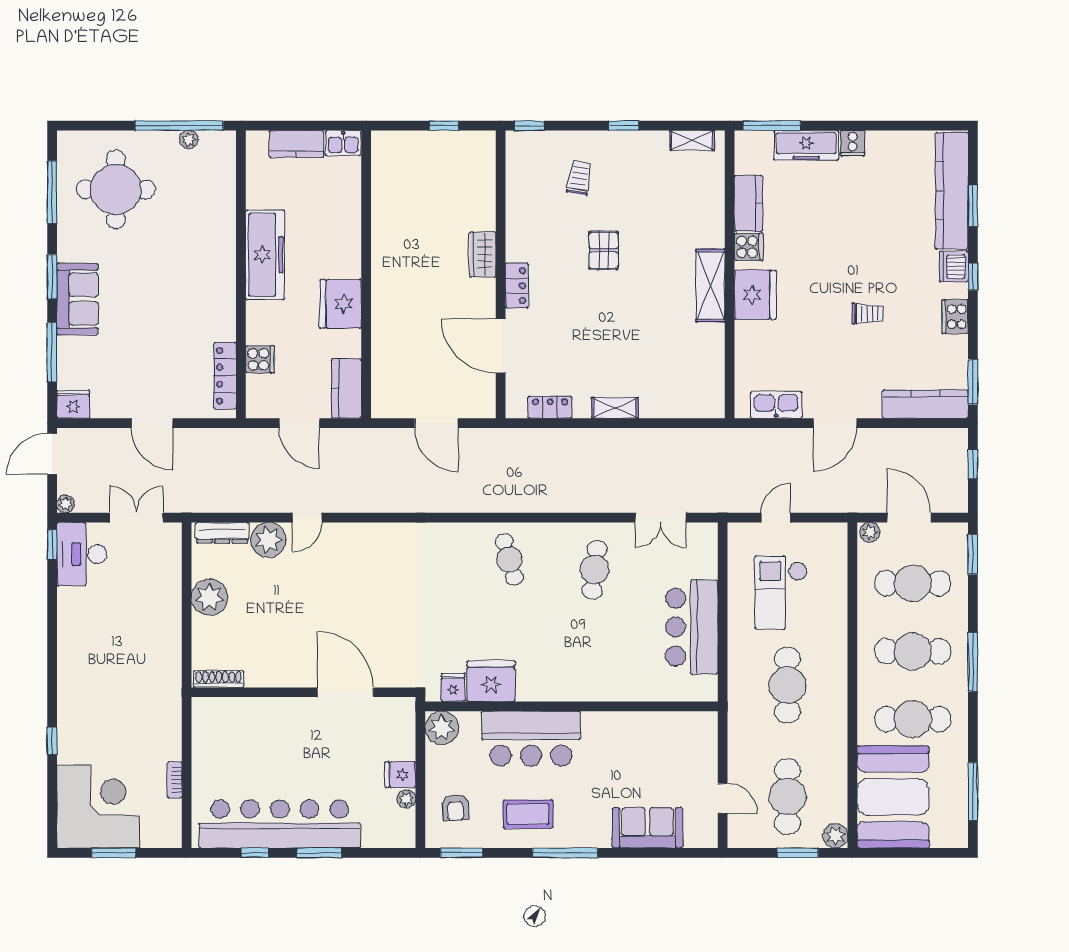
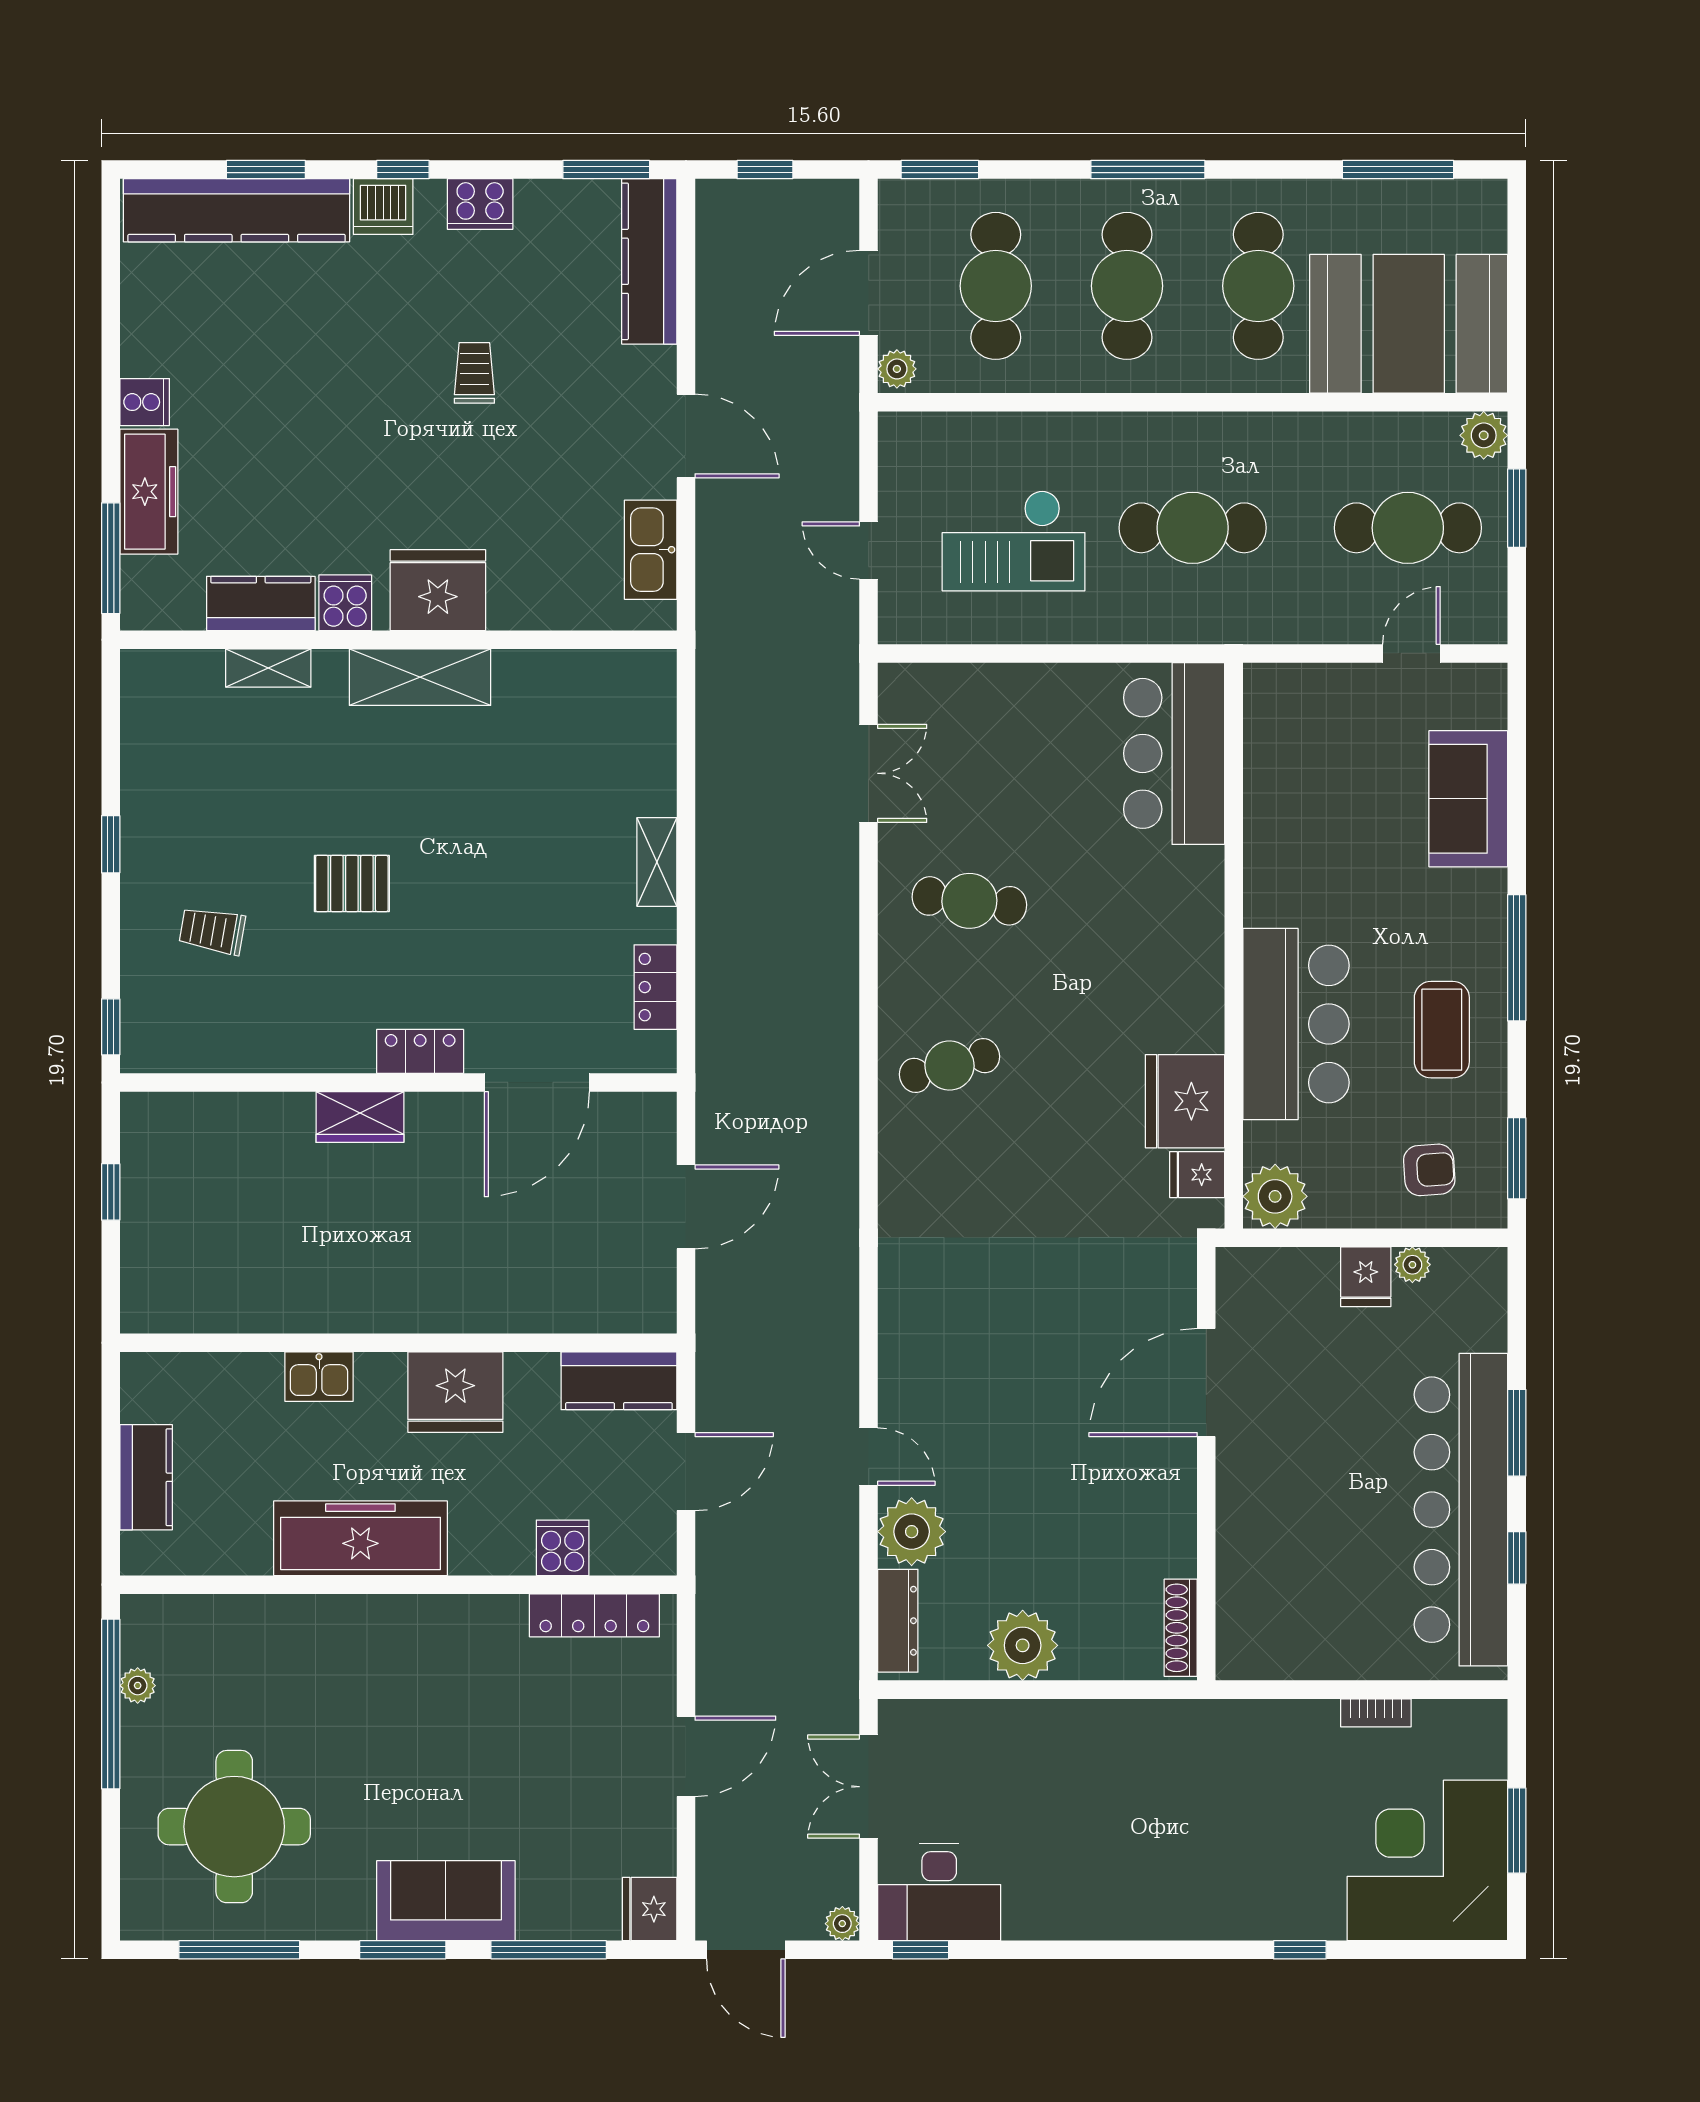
shelving: (692, 140) -> (268, 668), moved, turned 90
kitchen sink: (343, 143) -> (319, 1377), moved, turned 90
bar counter: (692, 627) -> (1174, 753), moved, turned 90

